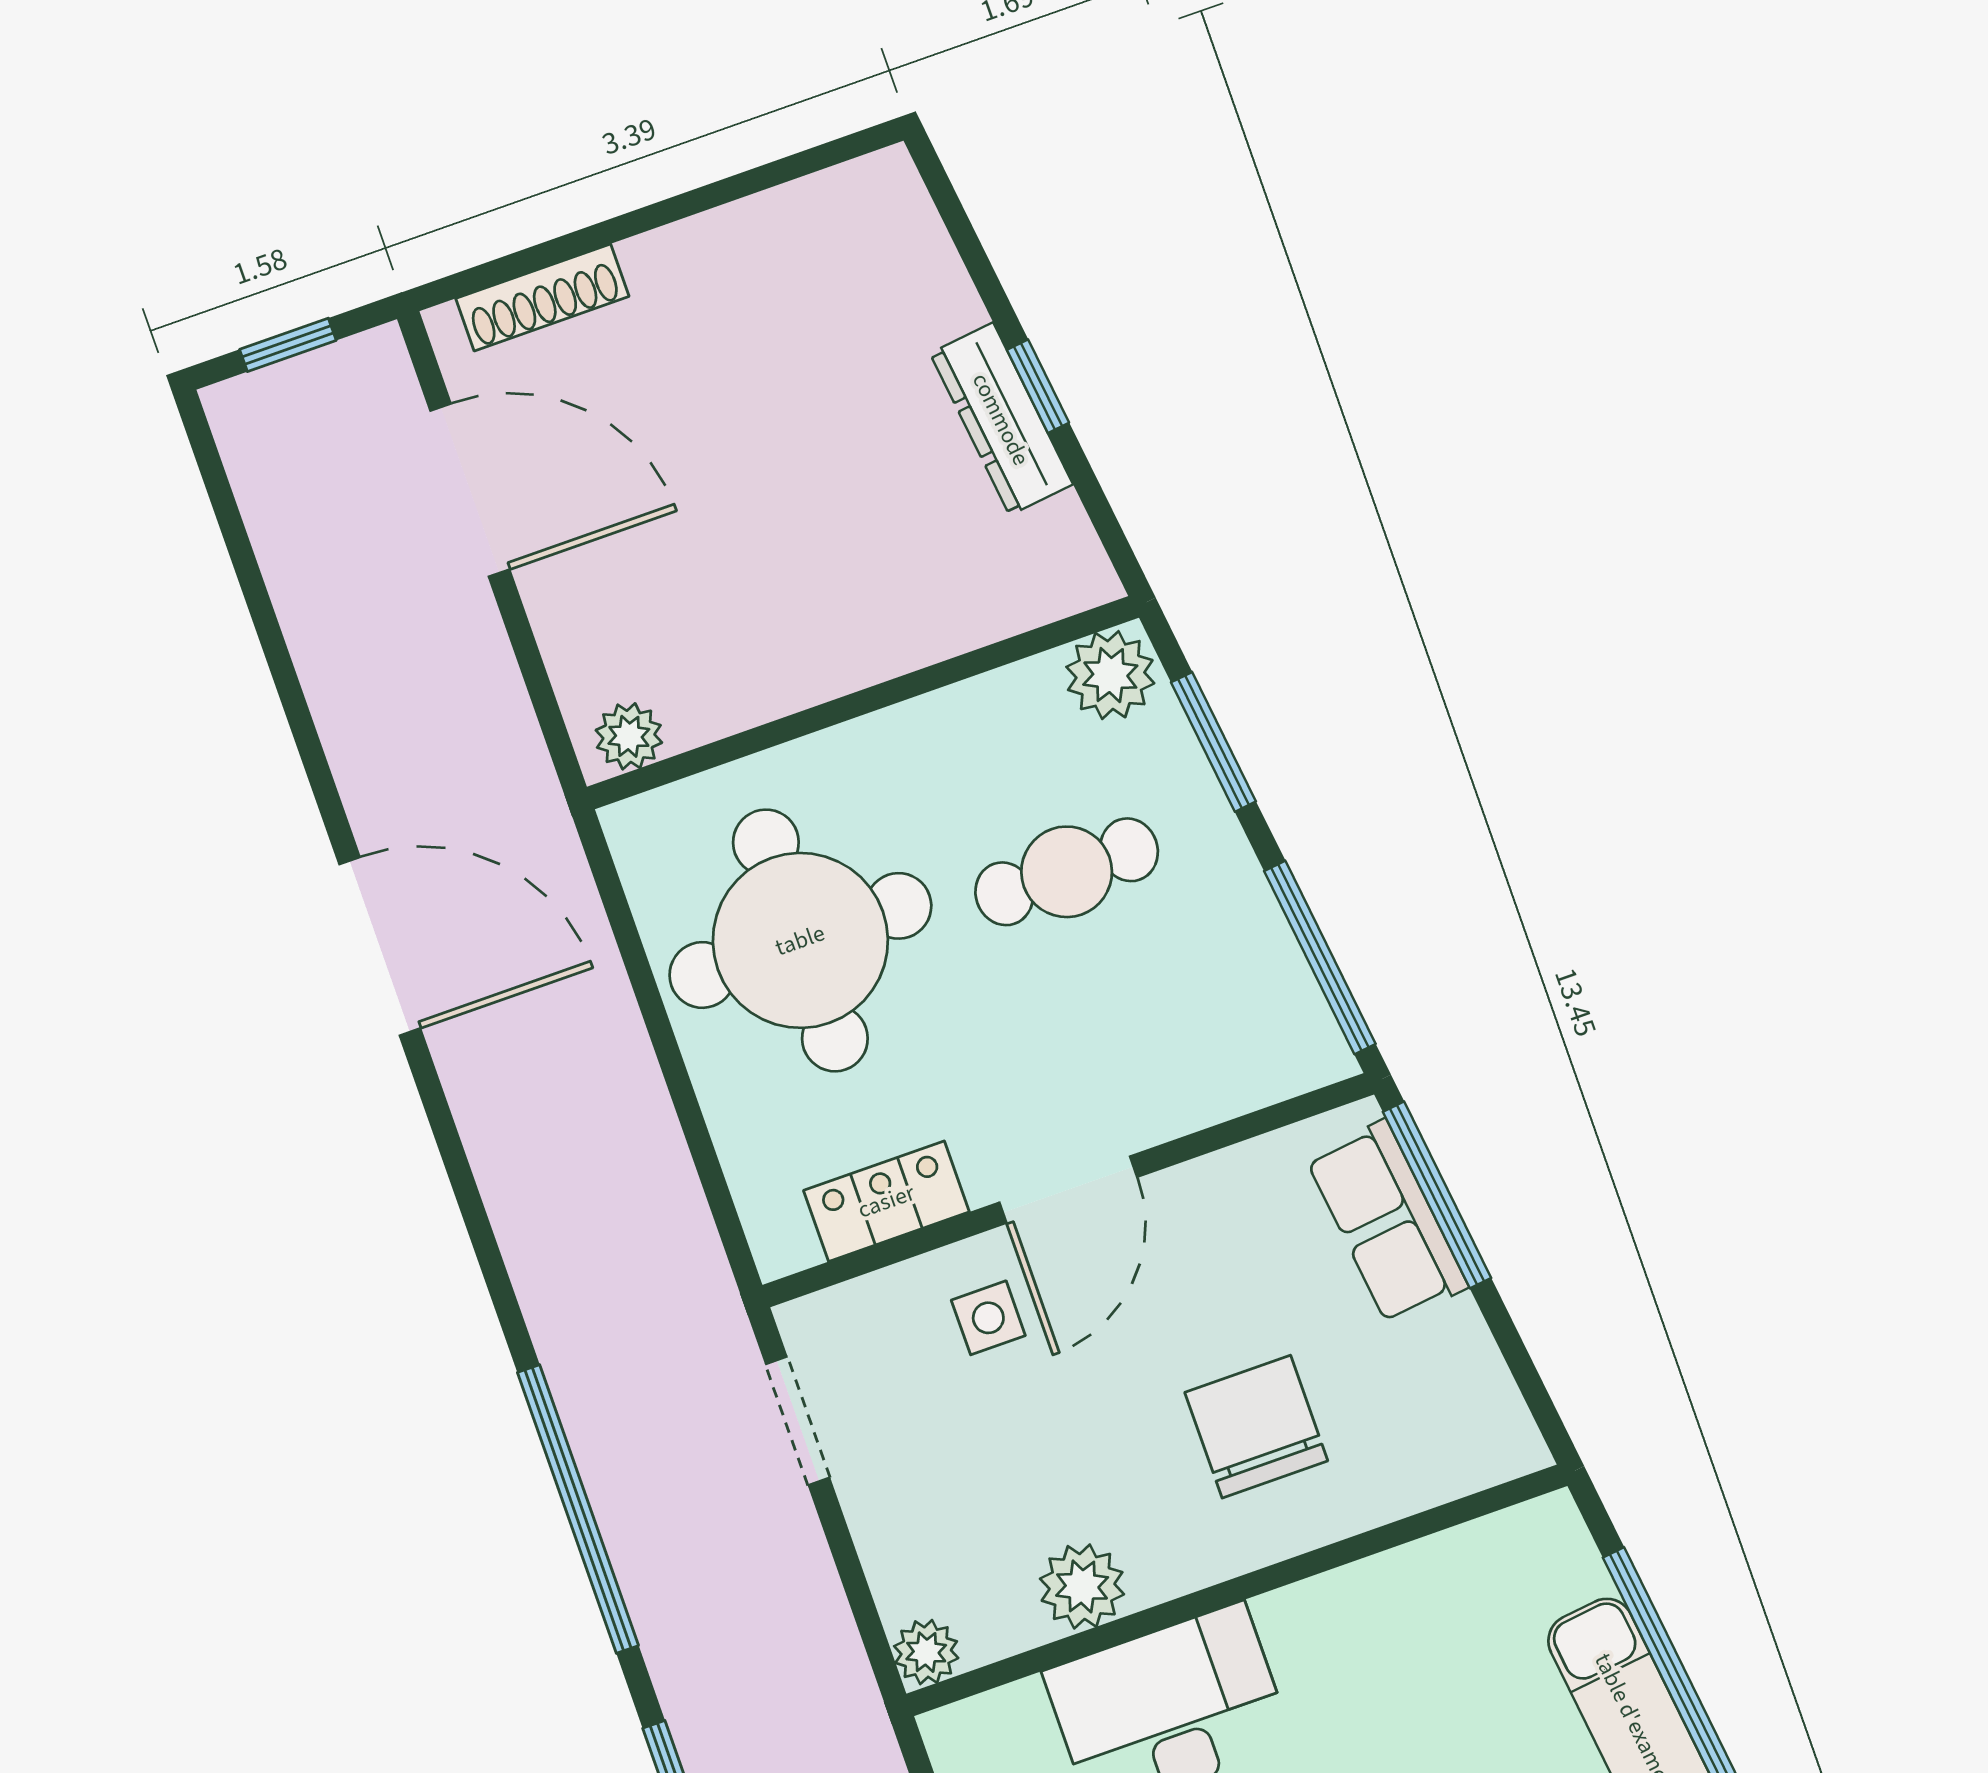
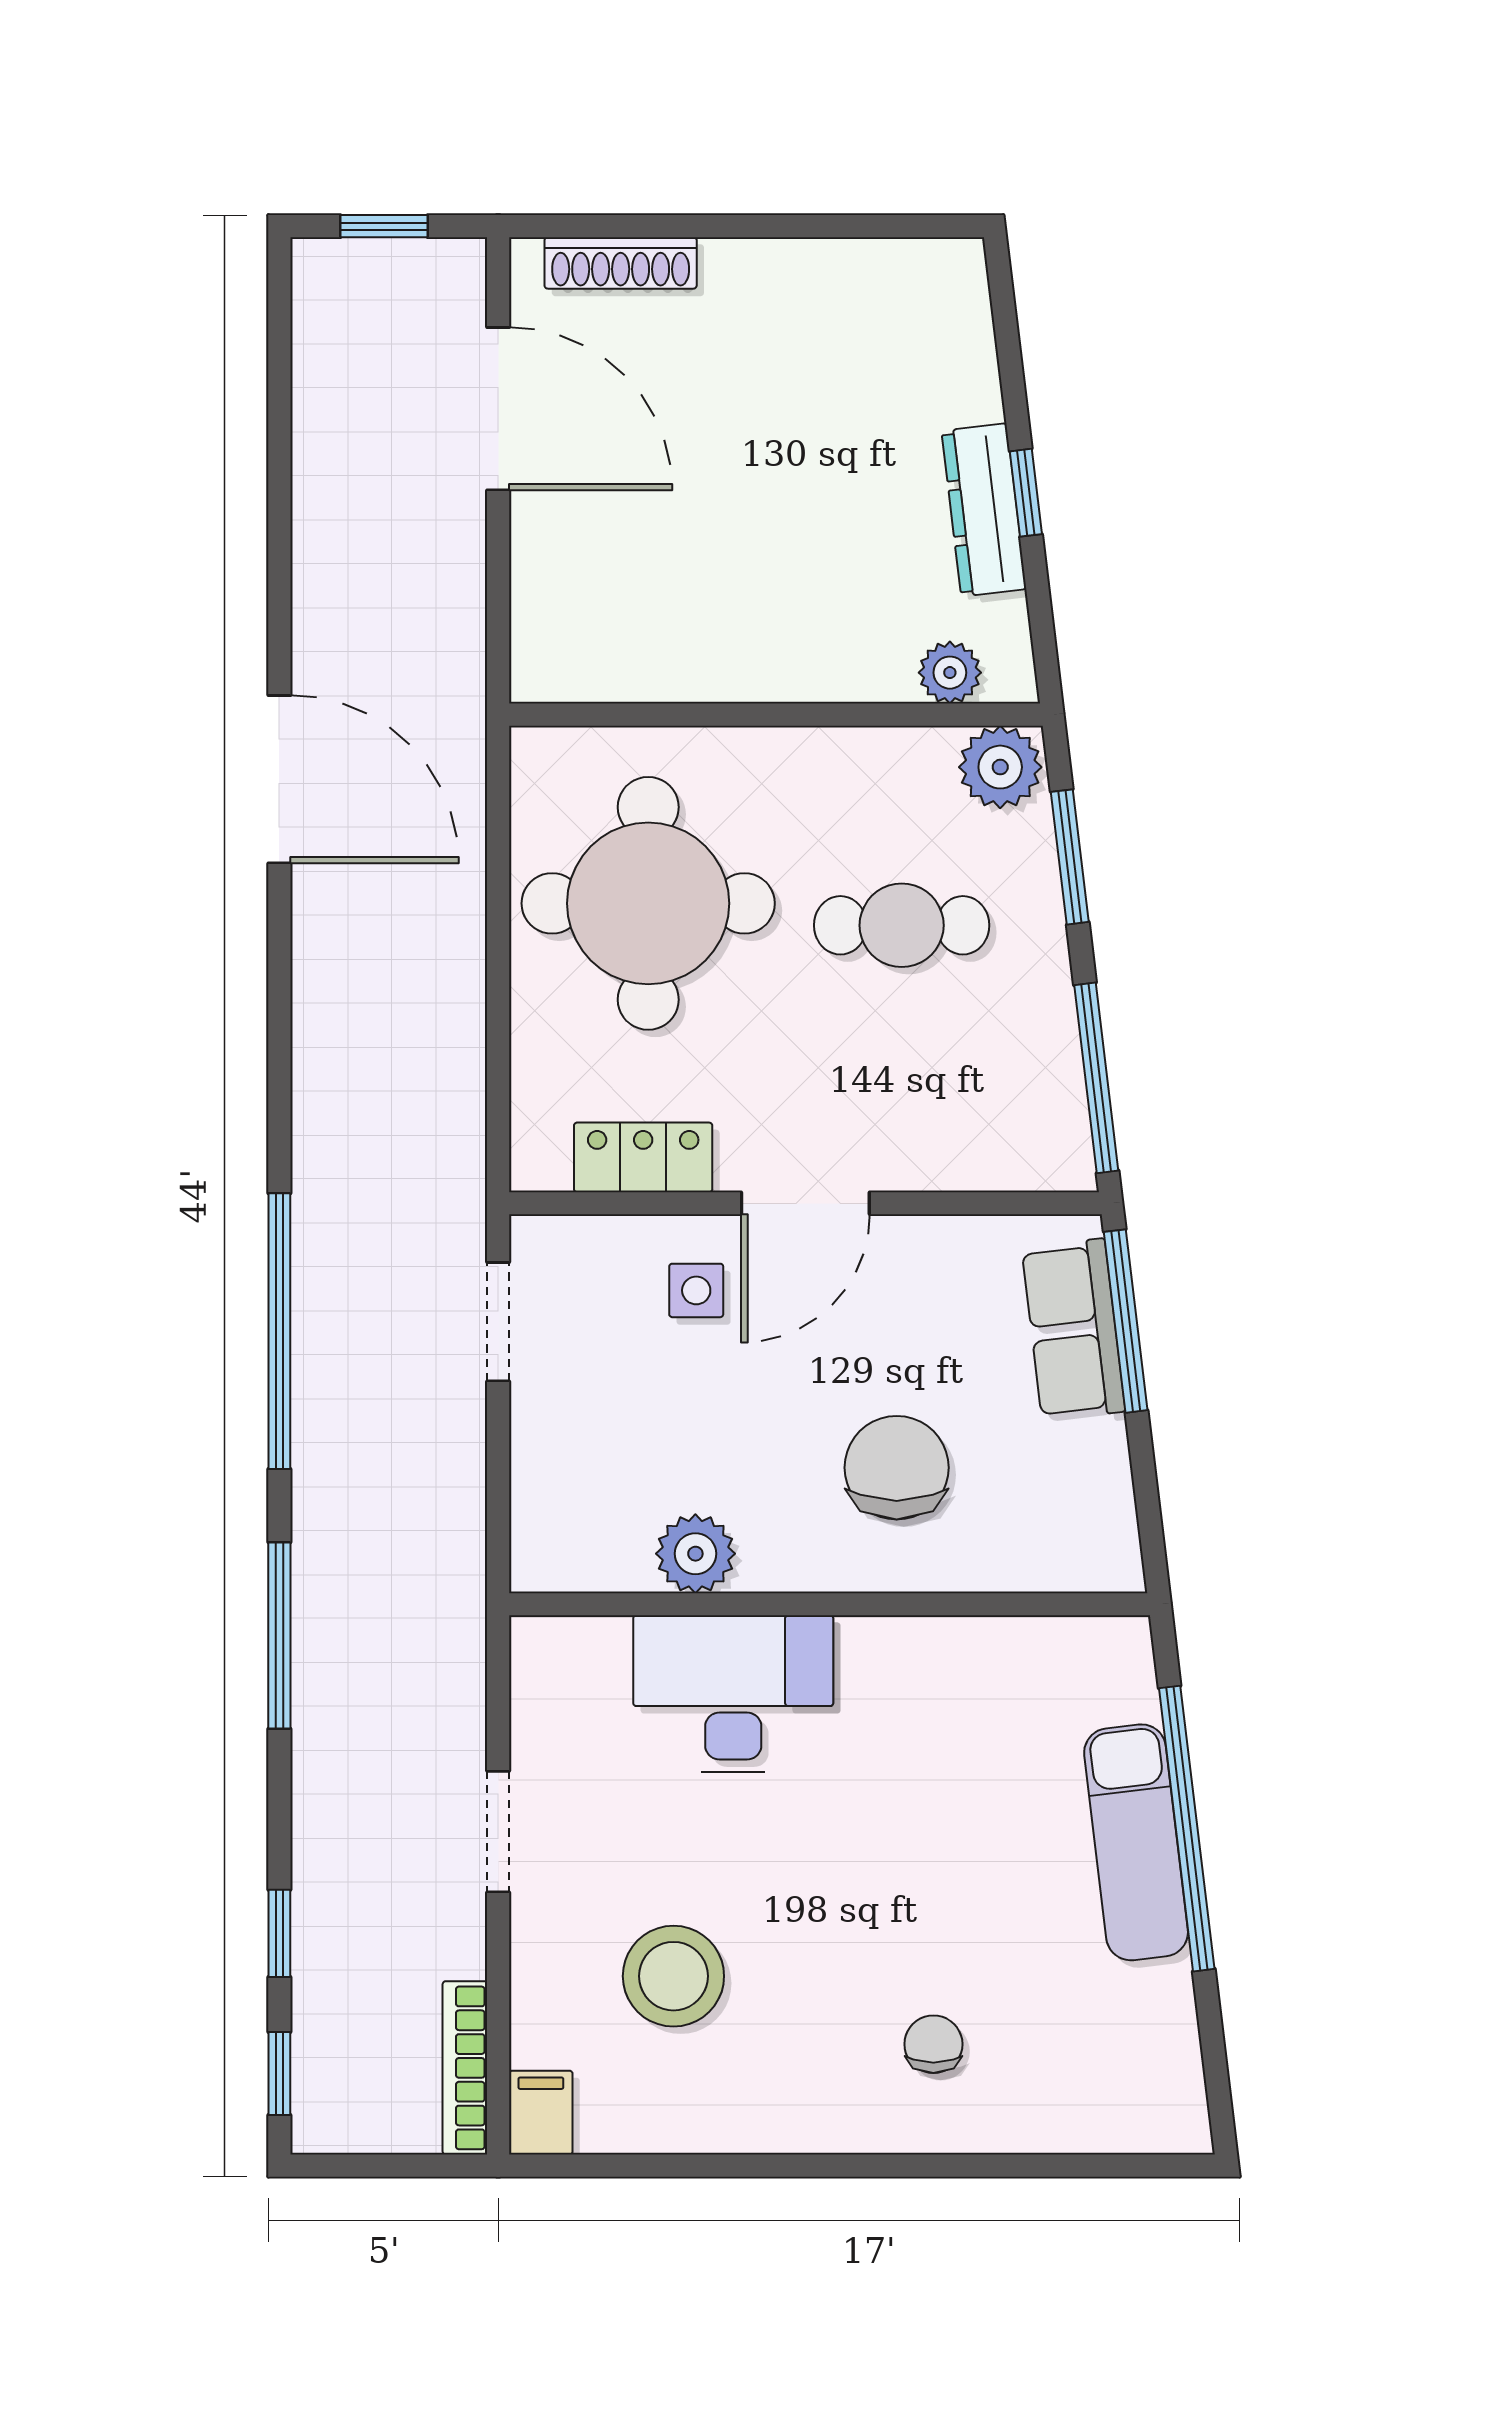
plant: (629, 736) -> (950, 673), moved
plant: (926, 1652) -> (539, 1563), removed

